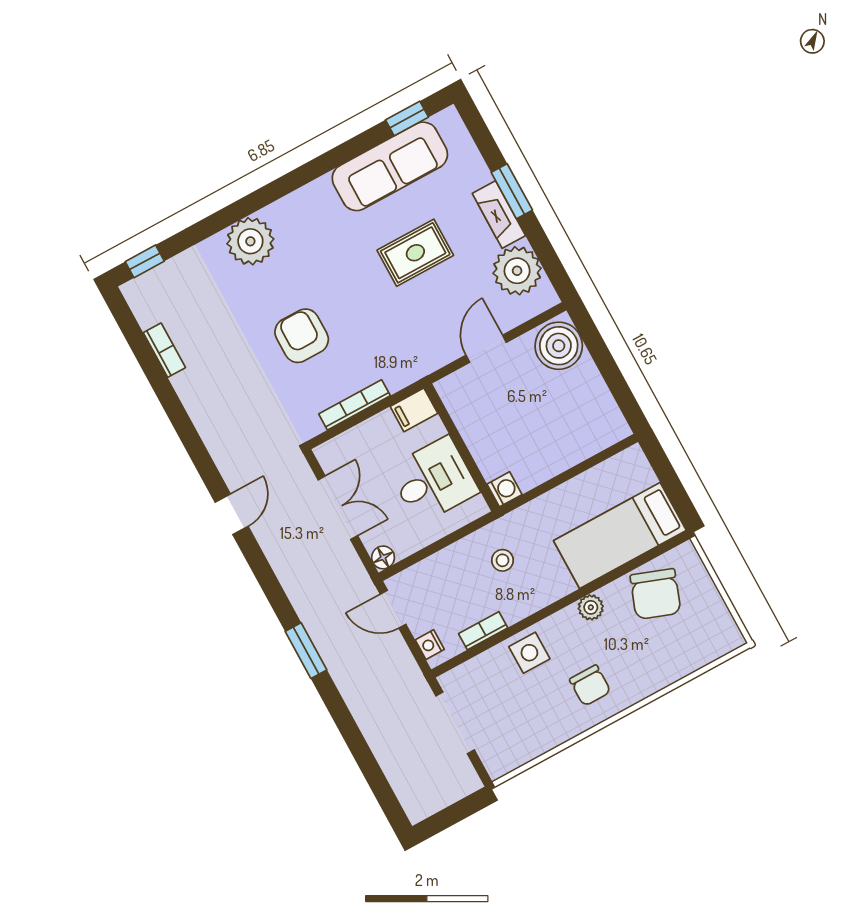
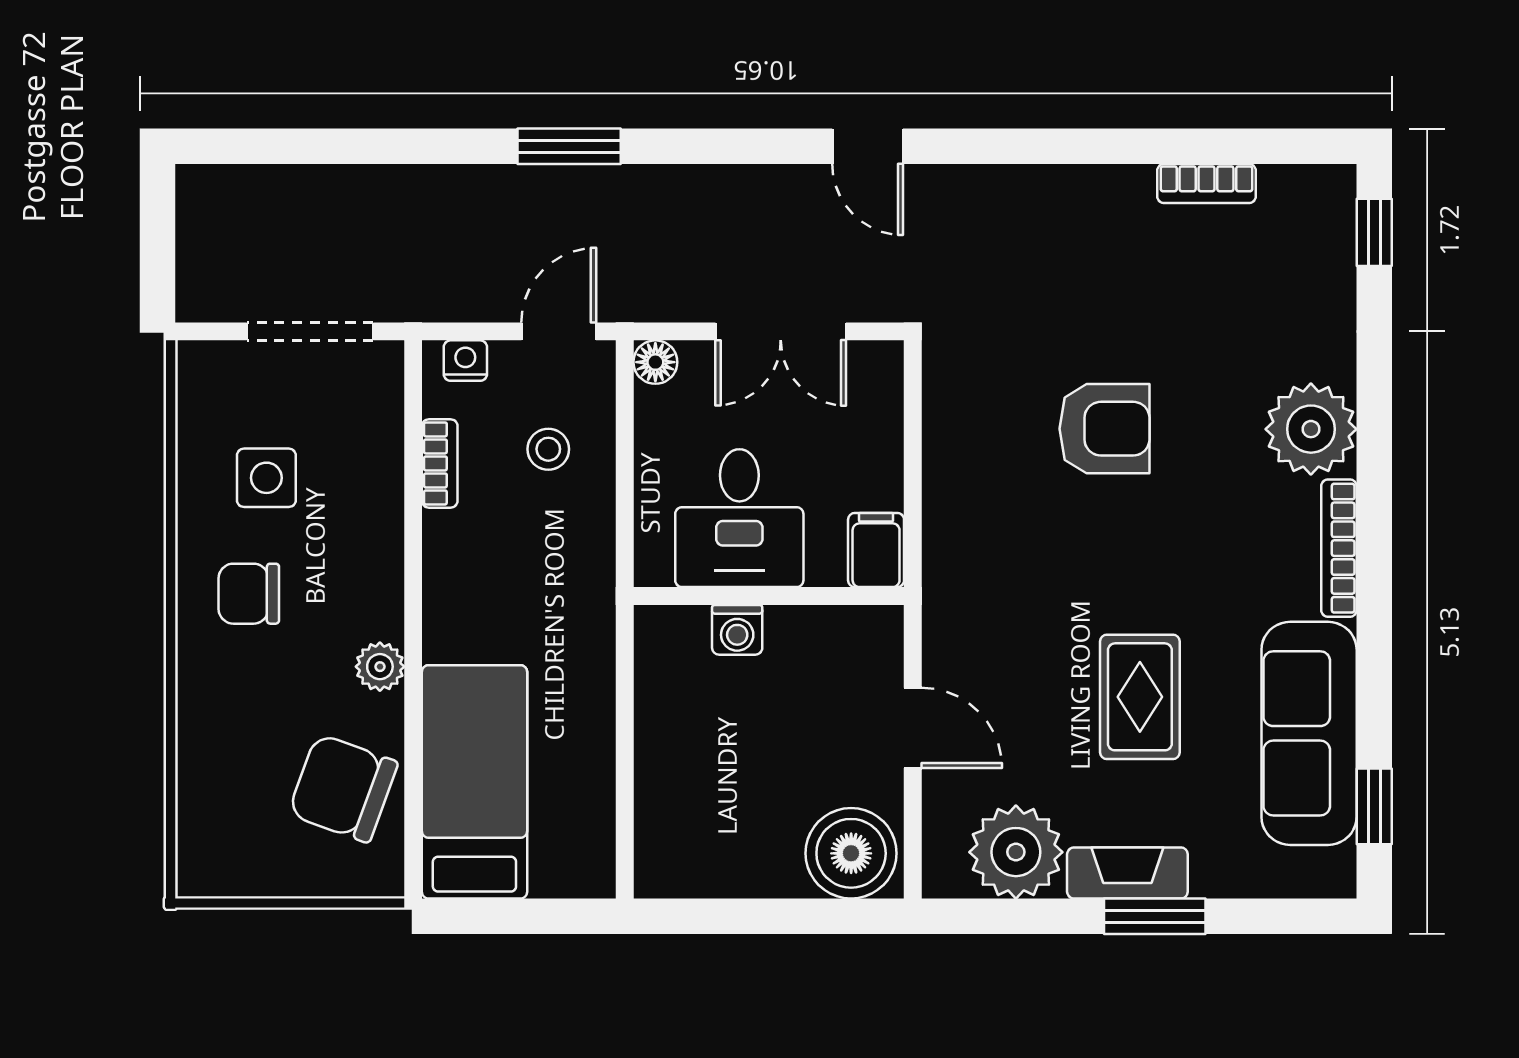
bookcase: (354, 405) -> (1339, 548), moved, turned 180
washing machine: (505, 489) -> (737, 630), moved
stool: (503, 560) -> (548, 449), moved
side table: (529, 653) -> (266, 478), moved

